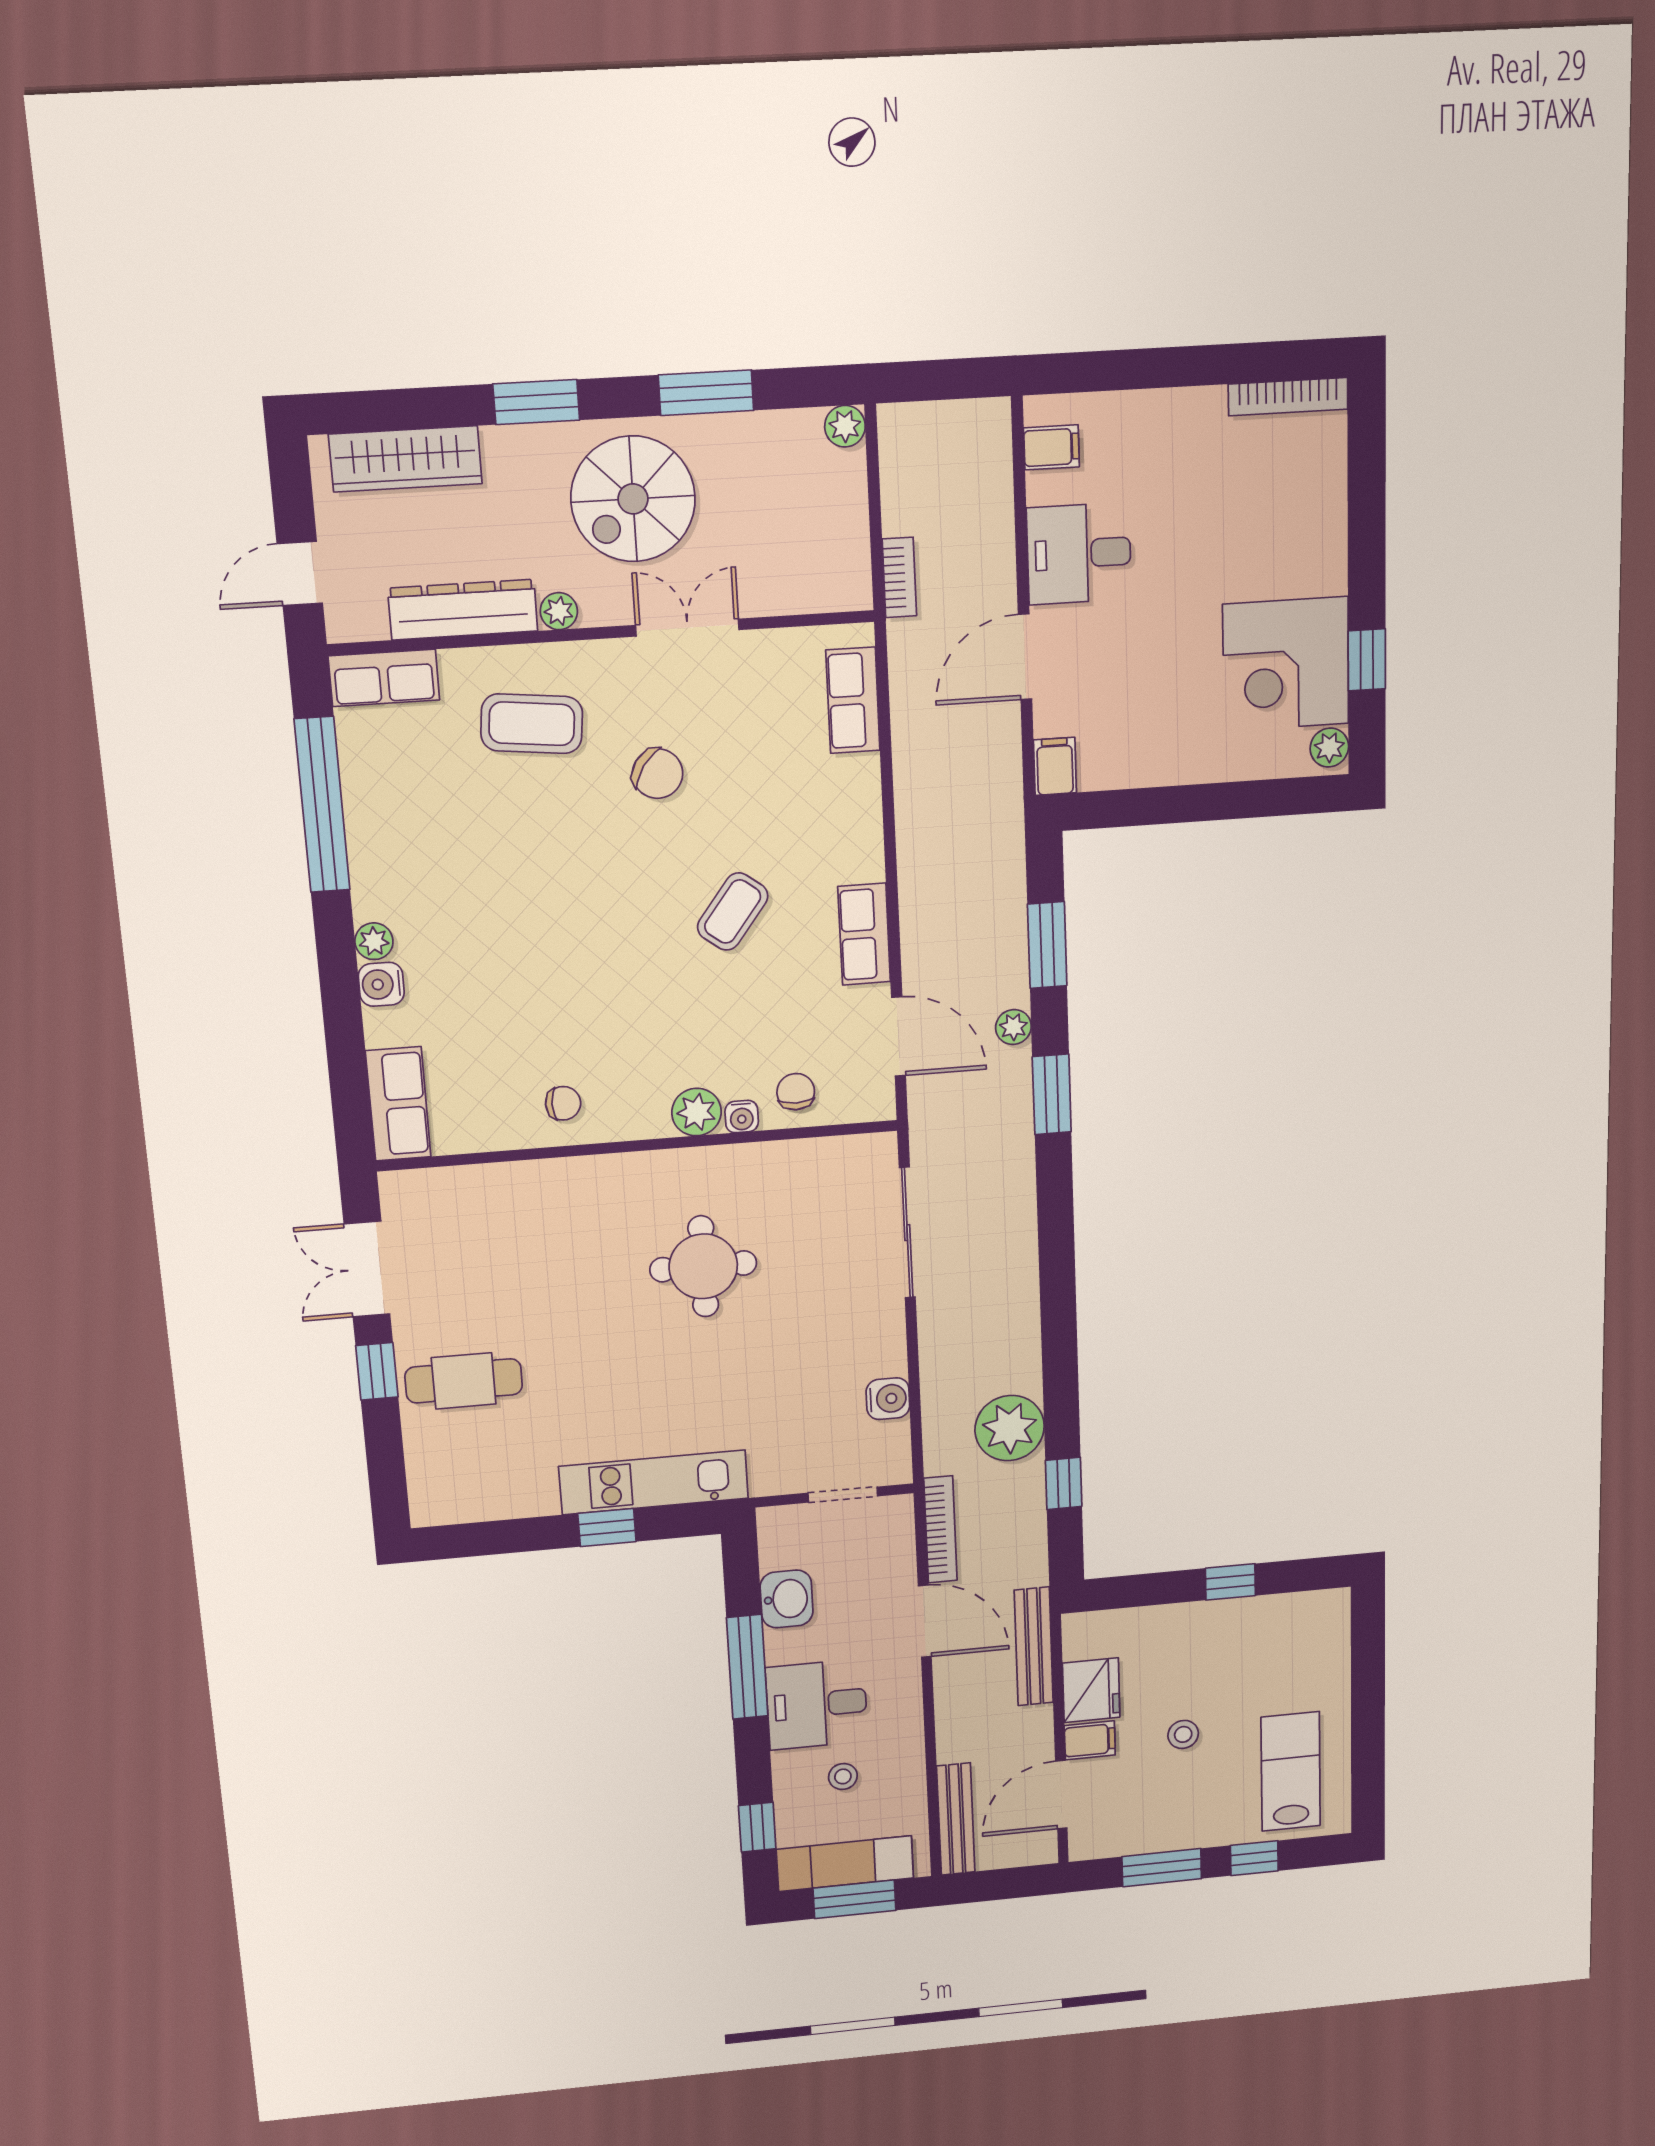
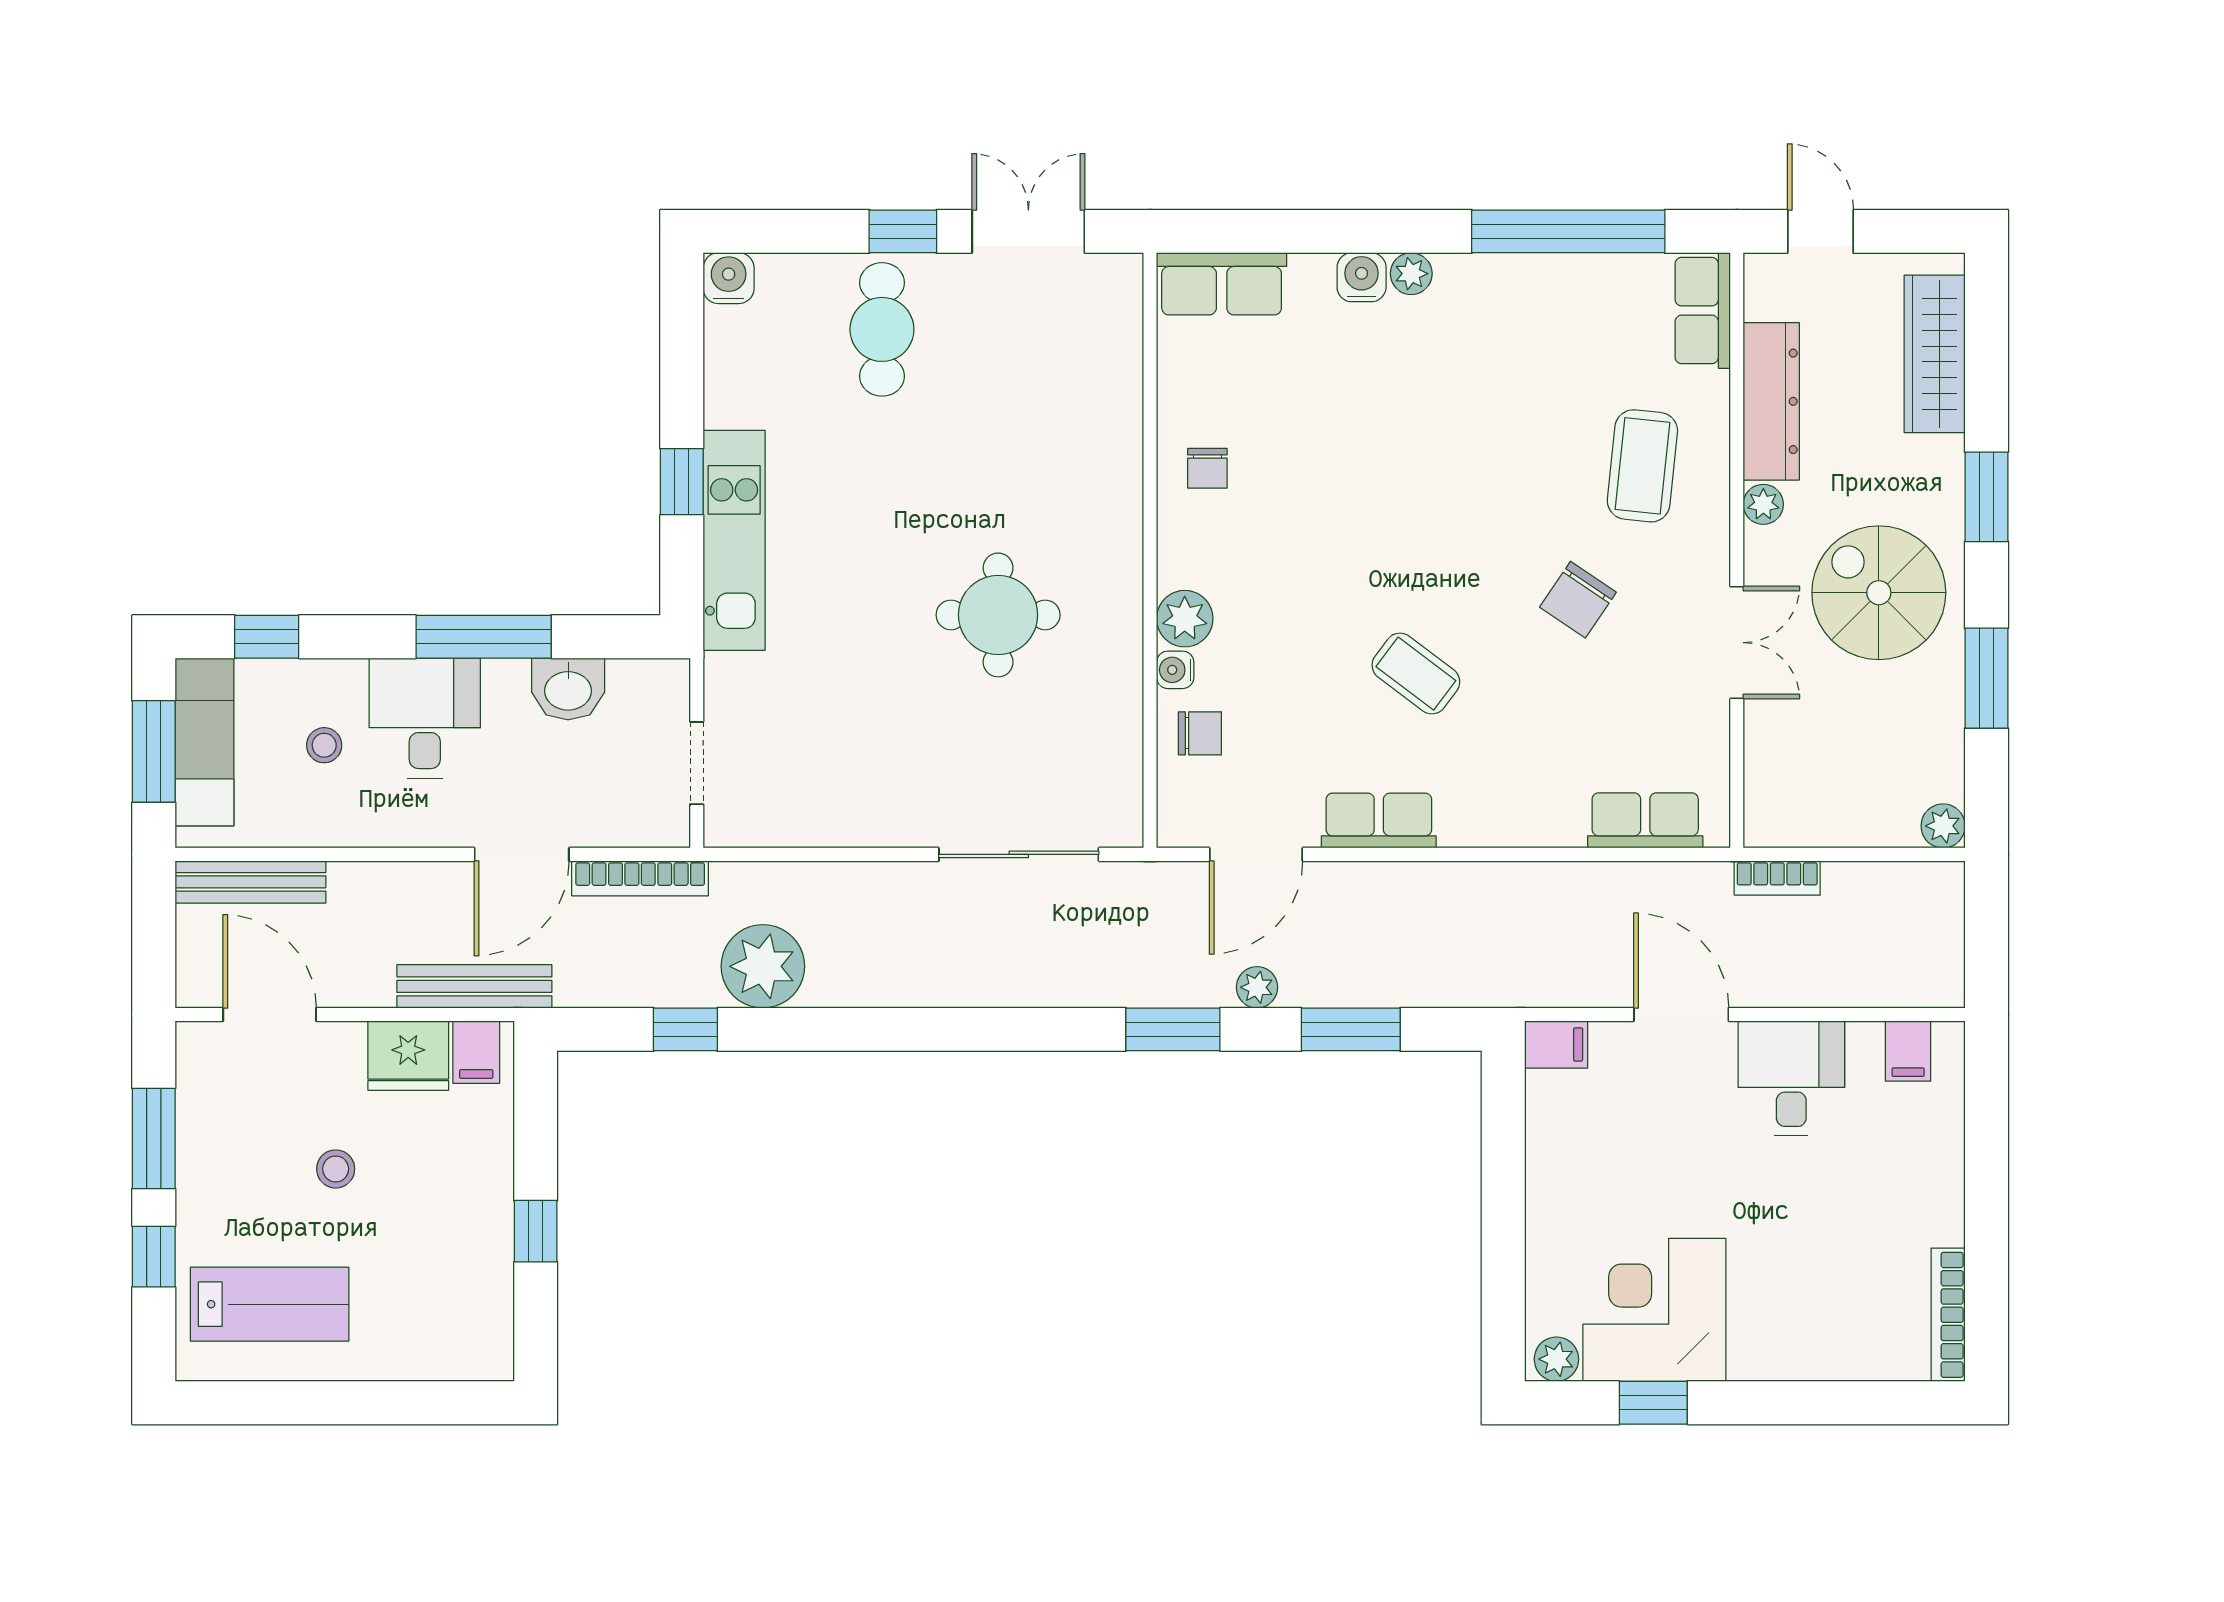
water cooler: (888, 1399) -> (729, 278), moved, turned 180
filing cabinet: (1090, 1740) -> (476, 1052), moved

